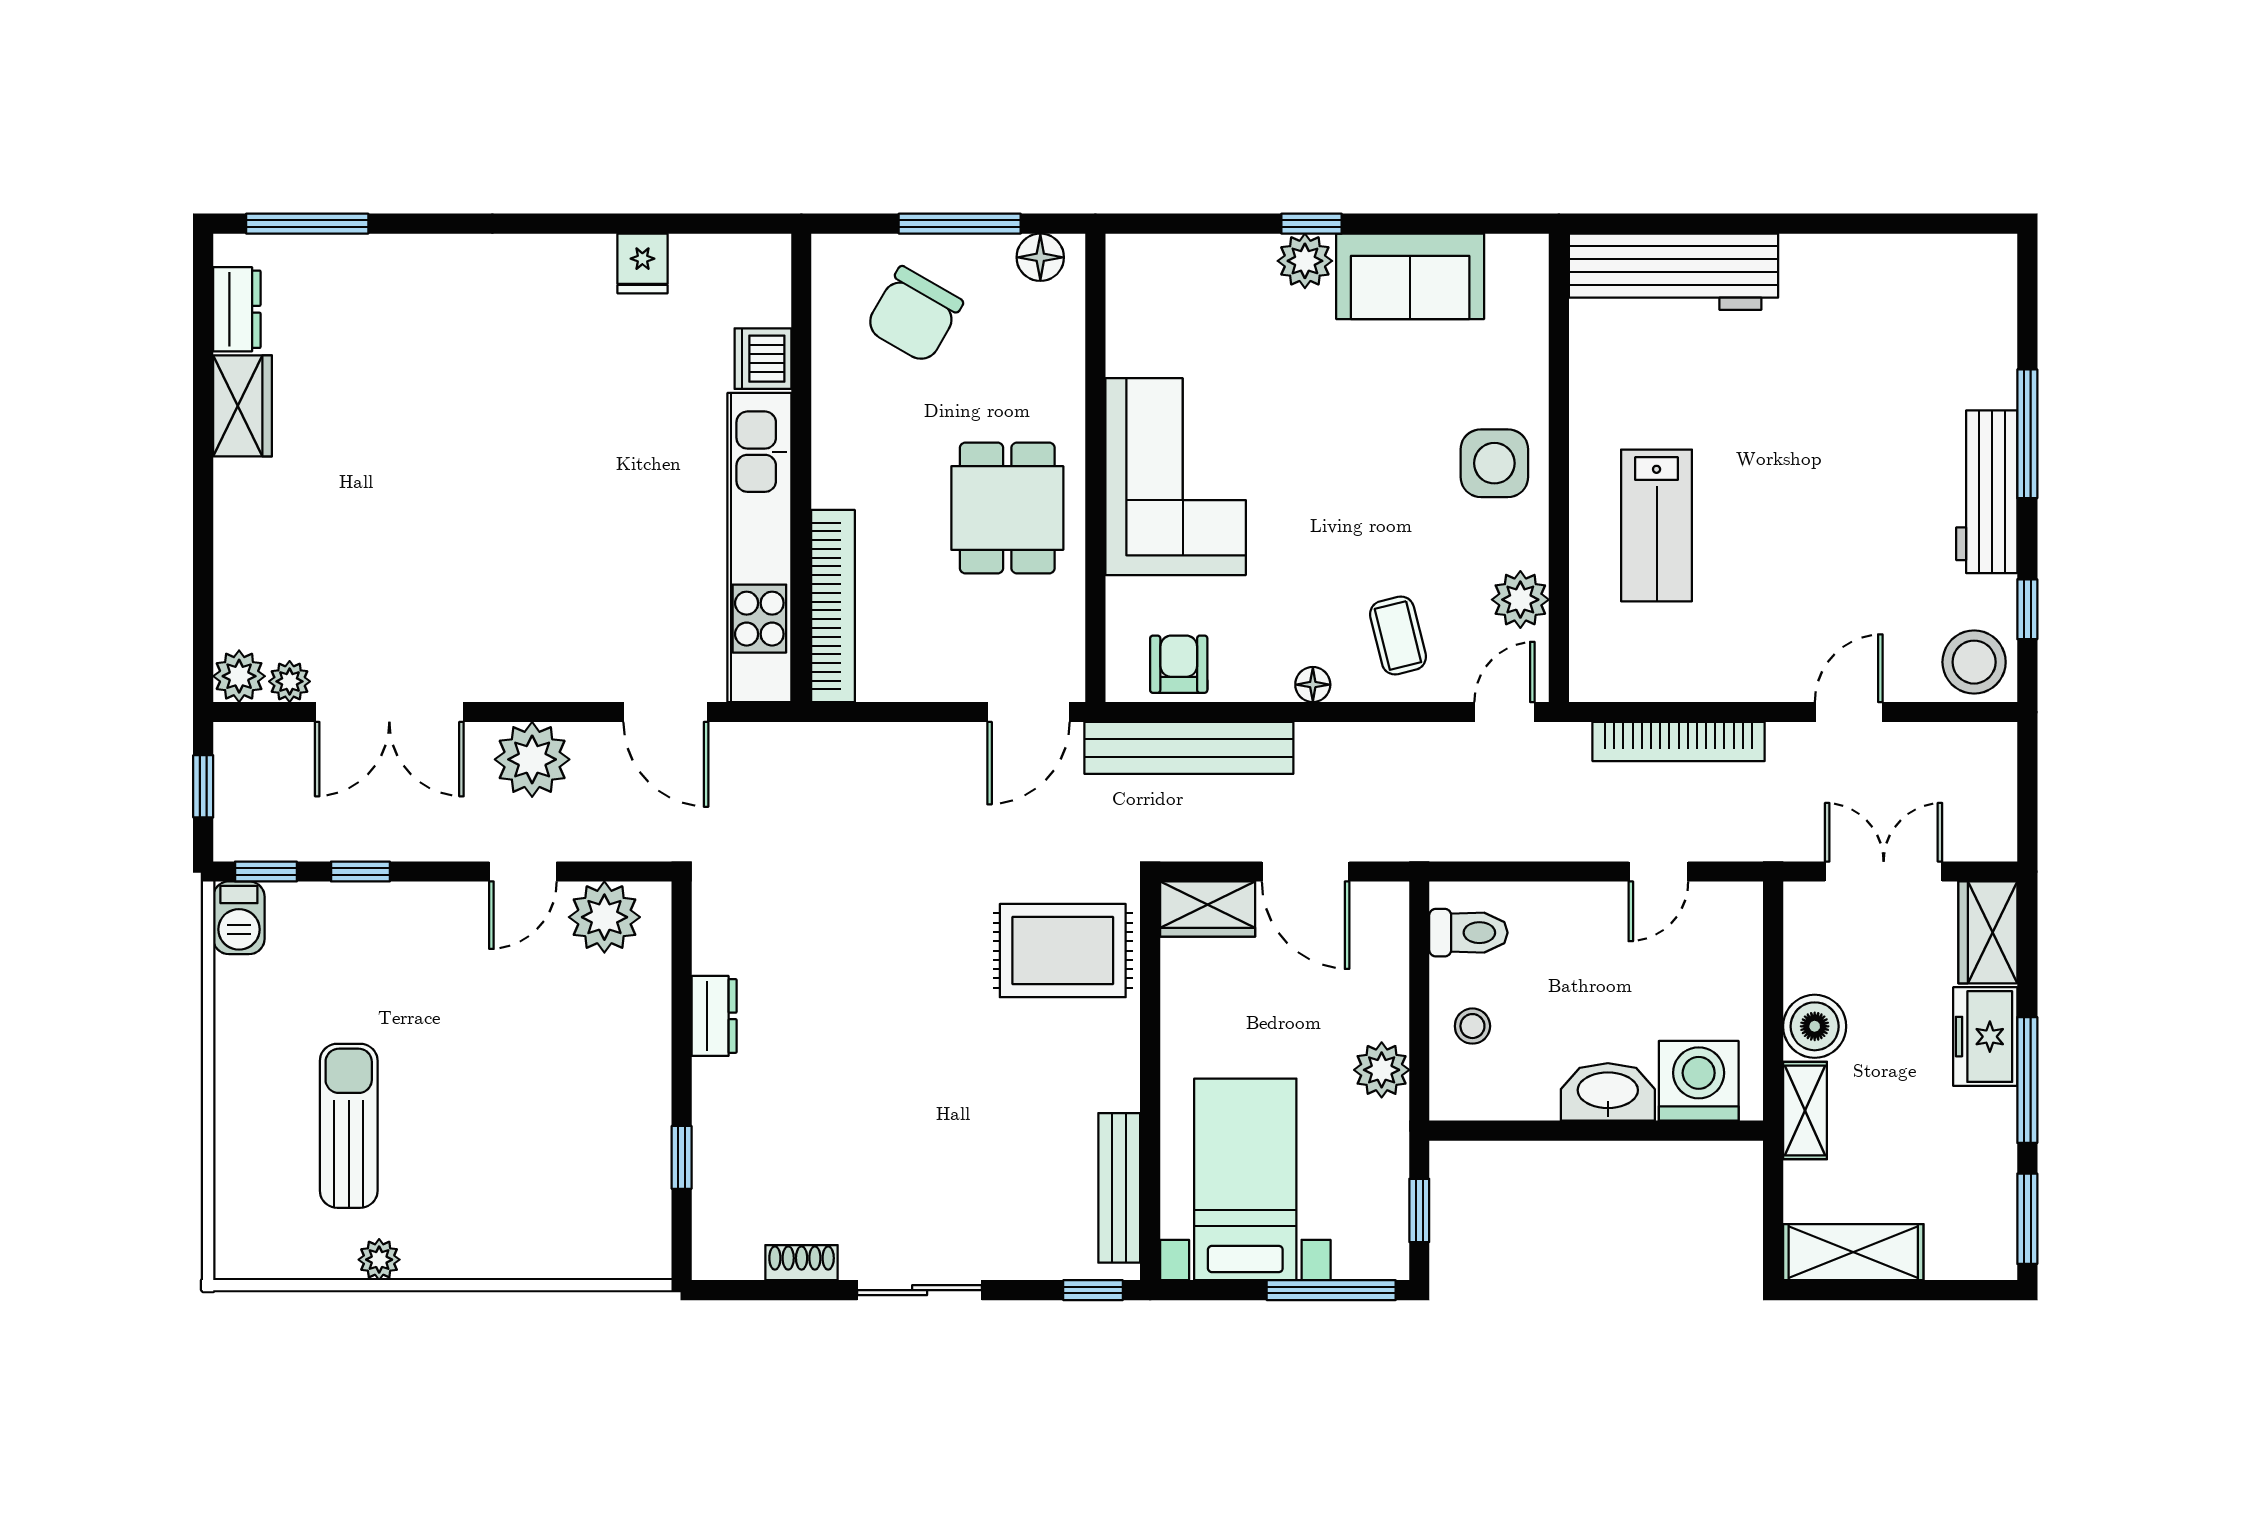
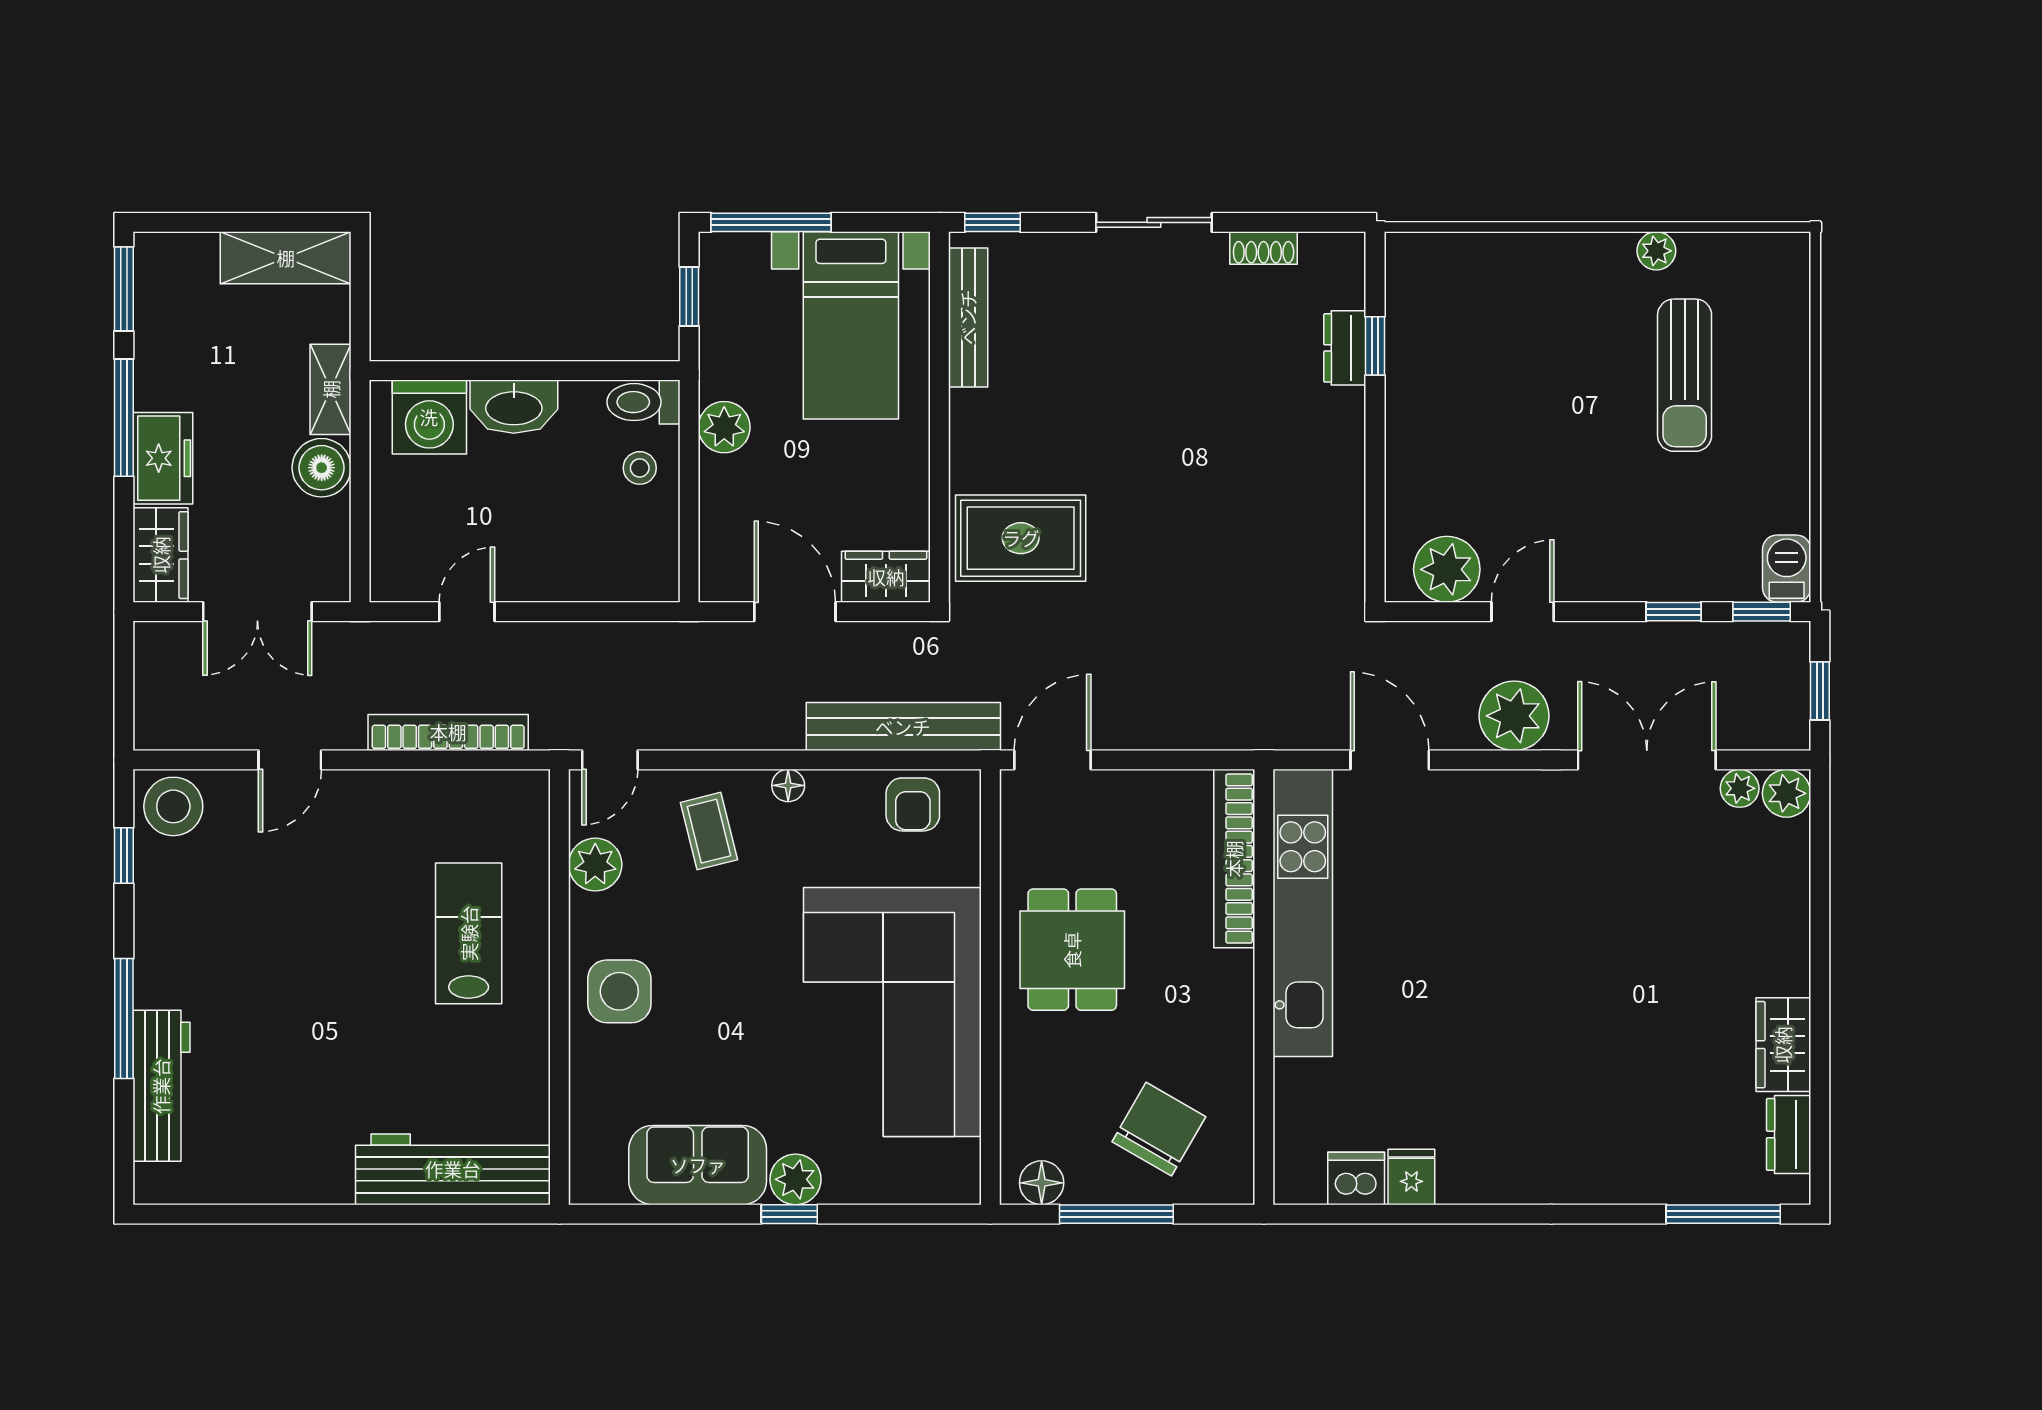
dishwasher: (763, 359) -> (1356, 1178), moved, turned -90
corner sofa: (1176, 477) -> (892, 1012), width x1.36, depth x1.36
workbench: (1987, 492) -> (161, 1086), moved
toilet: (1468, 933) -> (643, 402), moved
dresser: (714, 1016) -> (1345, 348), moved

